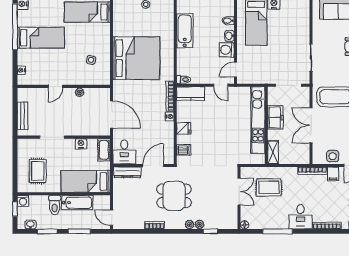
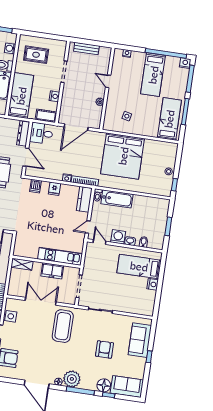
bathtub: (185, 31) -> (117, 199), moved
kitchen unit: (258, 120) -> (60, 256), width x0.73
washing machine: (23, 201) -> (10, 48), moved

